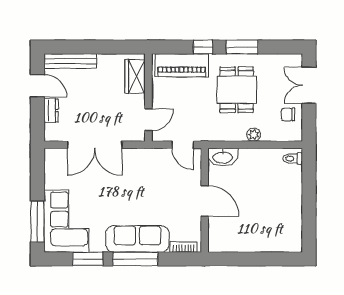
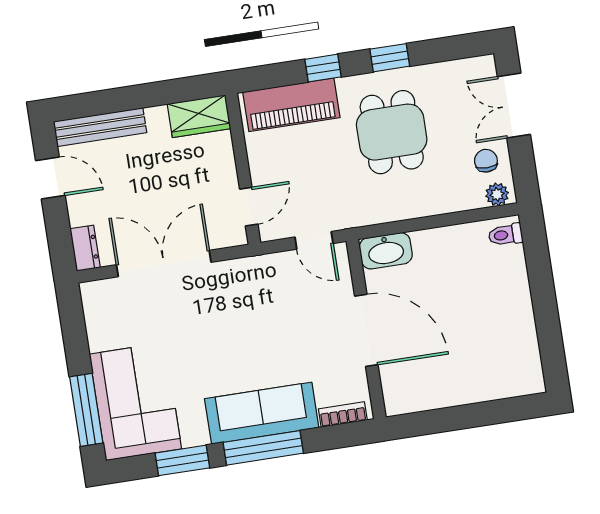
window: (242, 47) -> (390, 58), width x0.67
wardrobe: (135, 76) -> (199, 116), moved, turned -90
dresser: (51, 110) -> (85, 248), moved
chair: (288, 114) -> (486, 161), turned 90
plant: (254, 135) -> (497, 194), moved
double door: (95, 145) -> (164, 264), swing flipped
door: (205, 201) -> (366, 330), width x1.36

